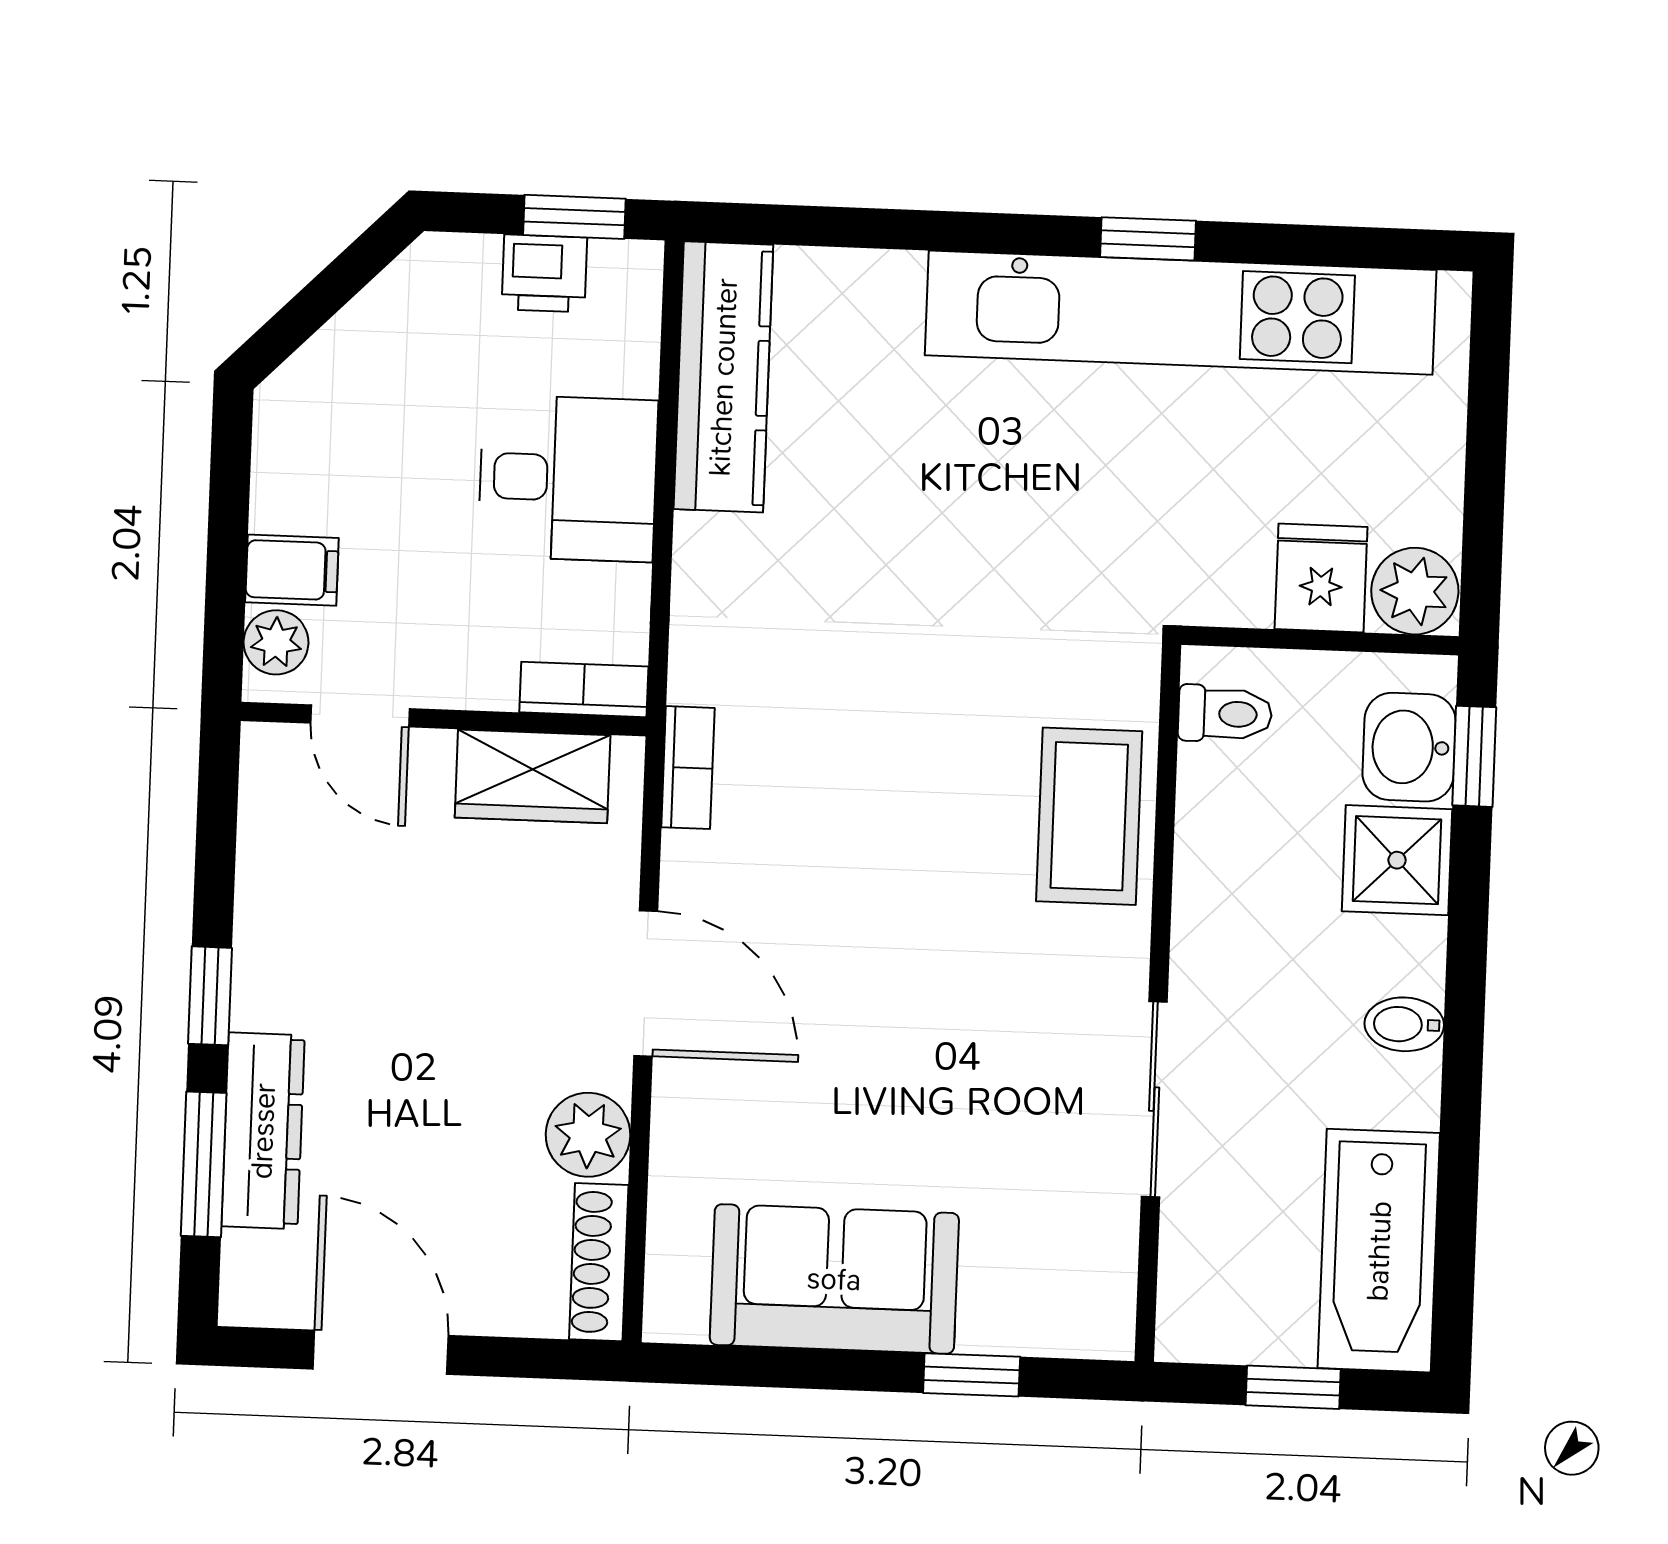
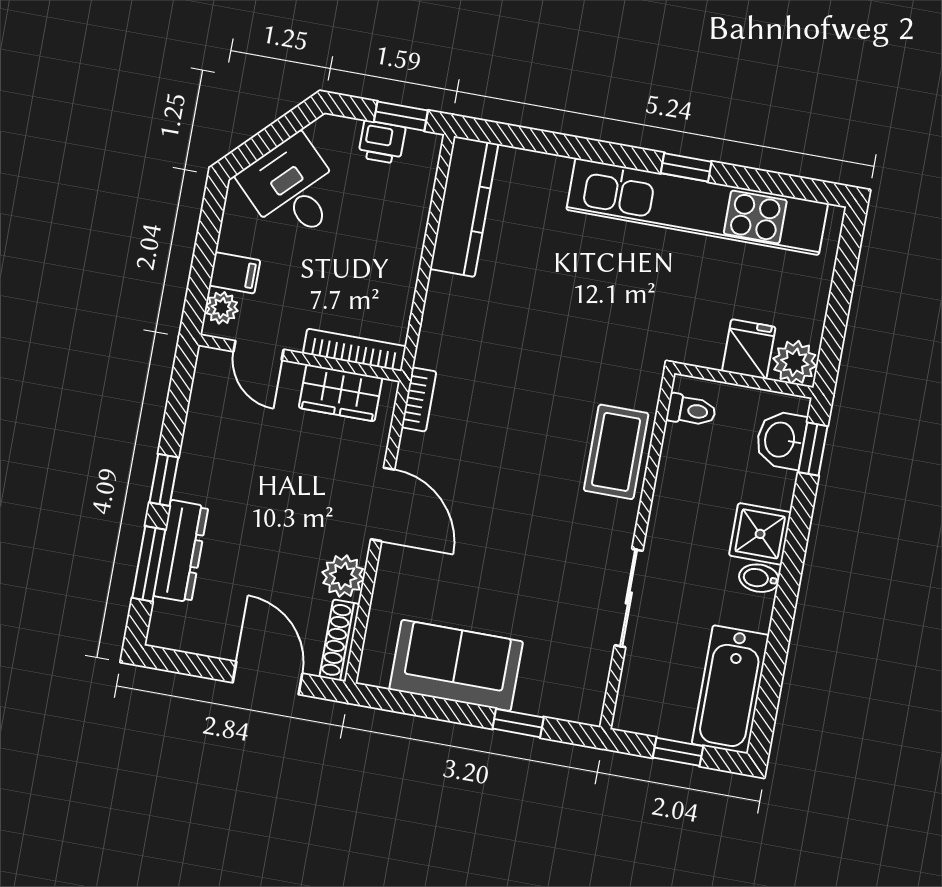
desk: (568, 478) -> (292, 189), moved, turned -135
bookcase: (584, 689) -> (355, 350), width x1.56
shower: (1397, 860) -> (760, 534), moved
door: (381, 1352) -> (268, 678), moved

